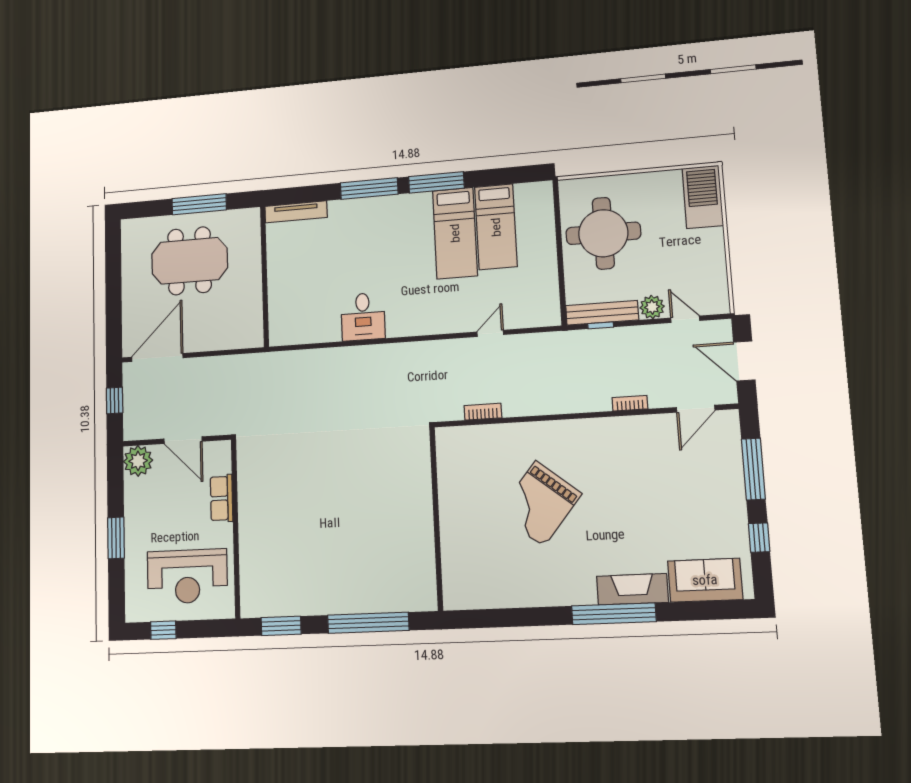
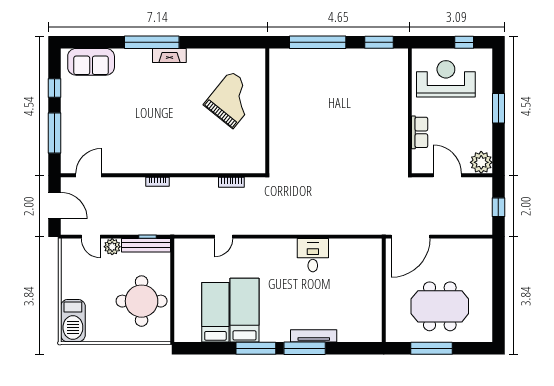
tv unit: (296, 212) -> (314, 336), moved
door: (157, 357) -> (411, 237), moved
bookcase: (630, 403) -> (157, 182), moved
grand piano: (540, 503) -> (232, 100), moved
fireplace: (632, 589) -> (169, 56), moved, width x0.73, depth x0.76

